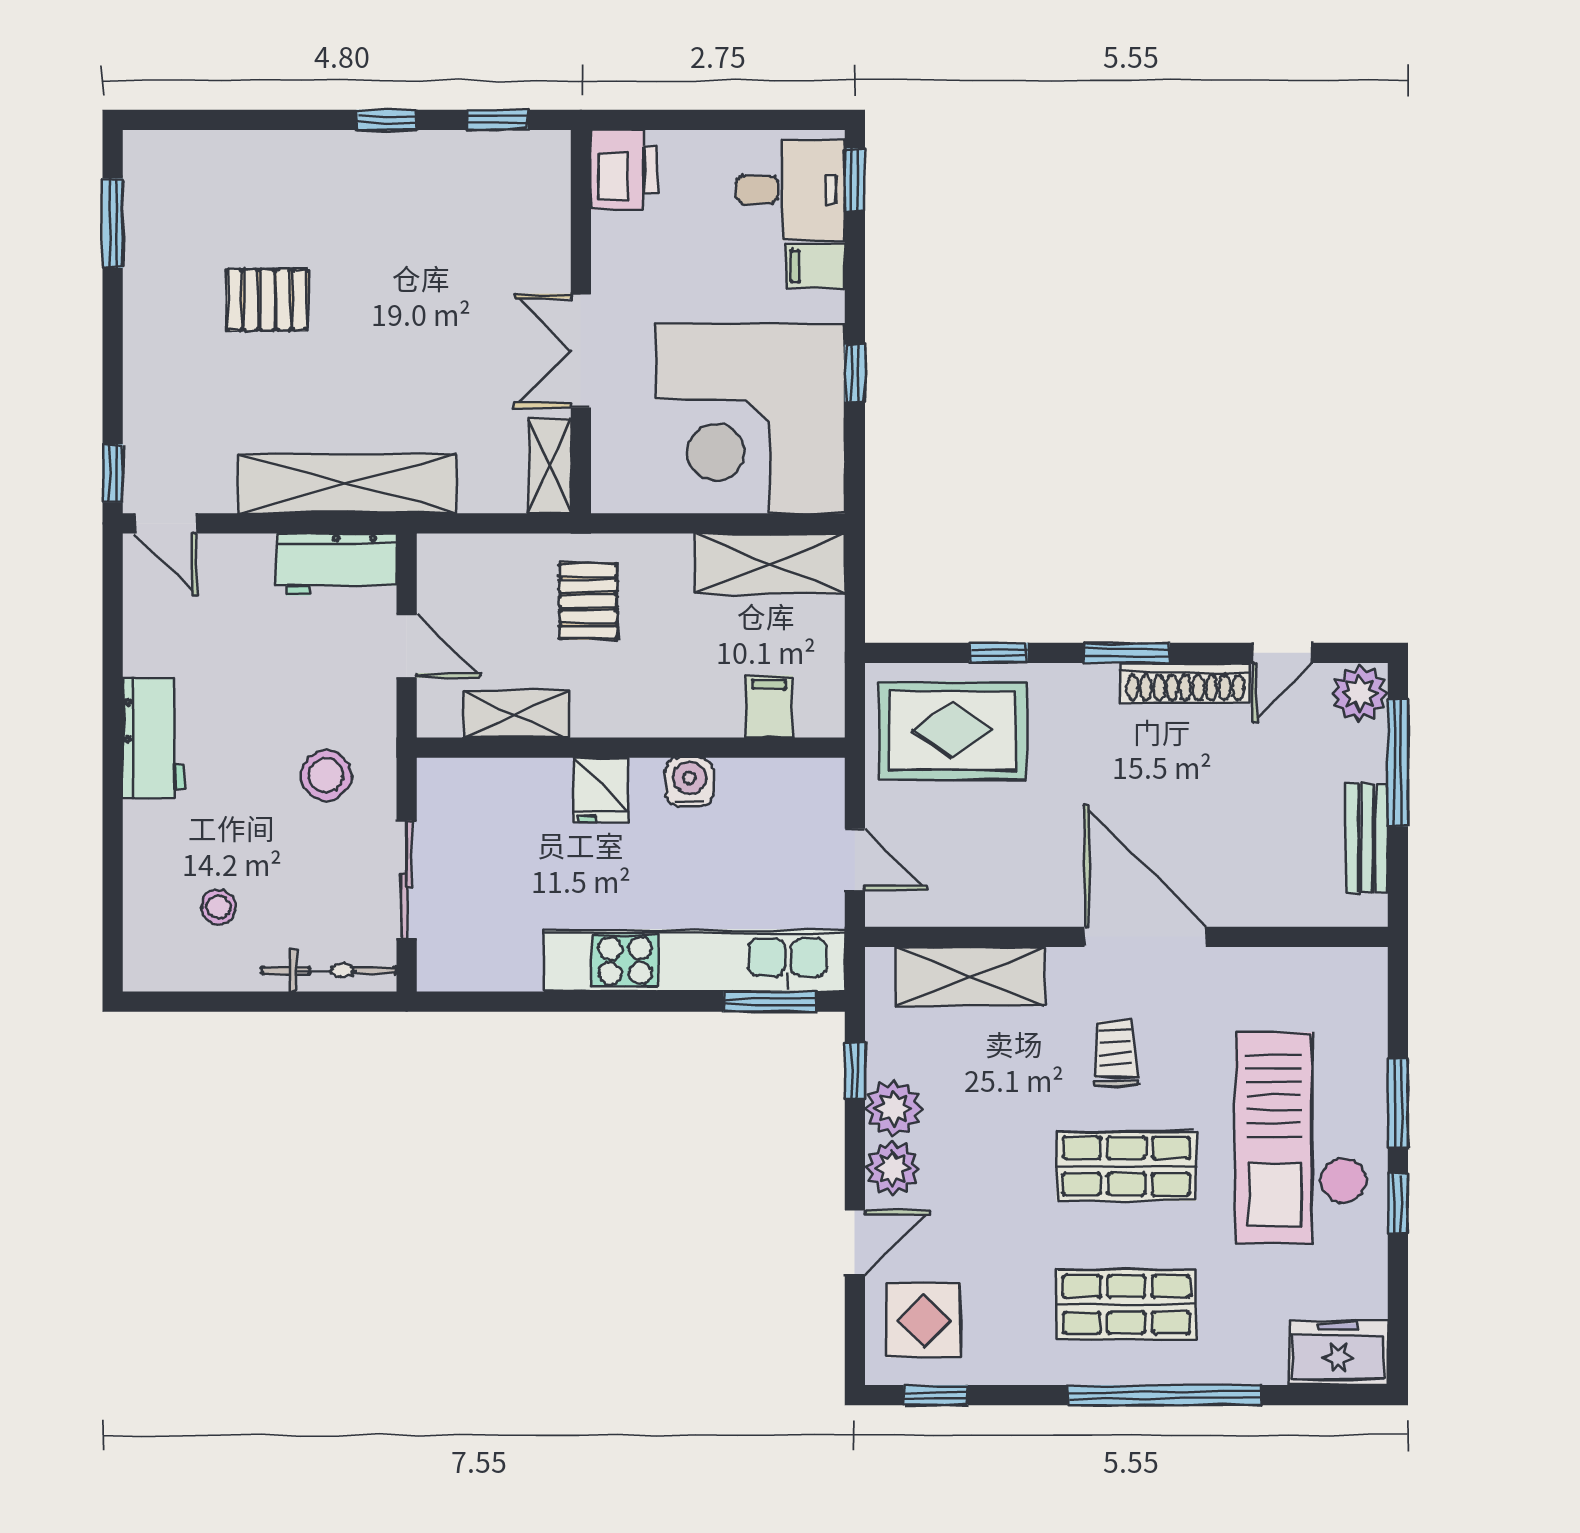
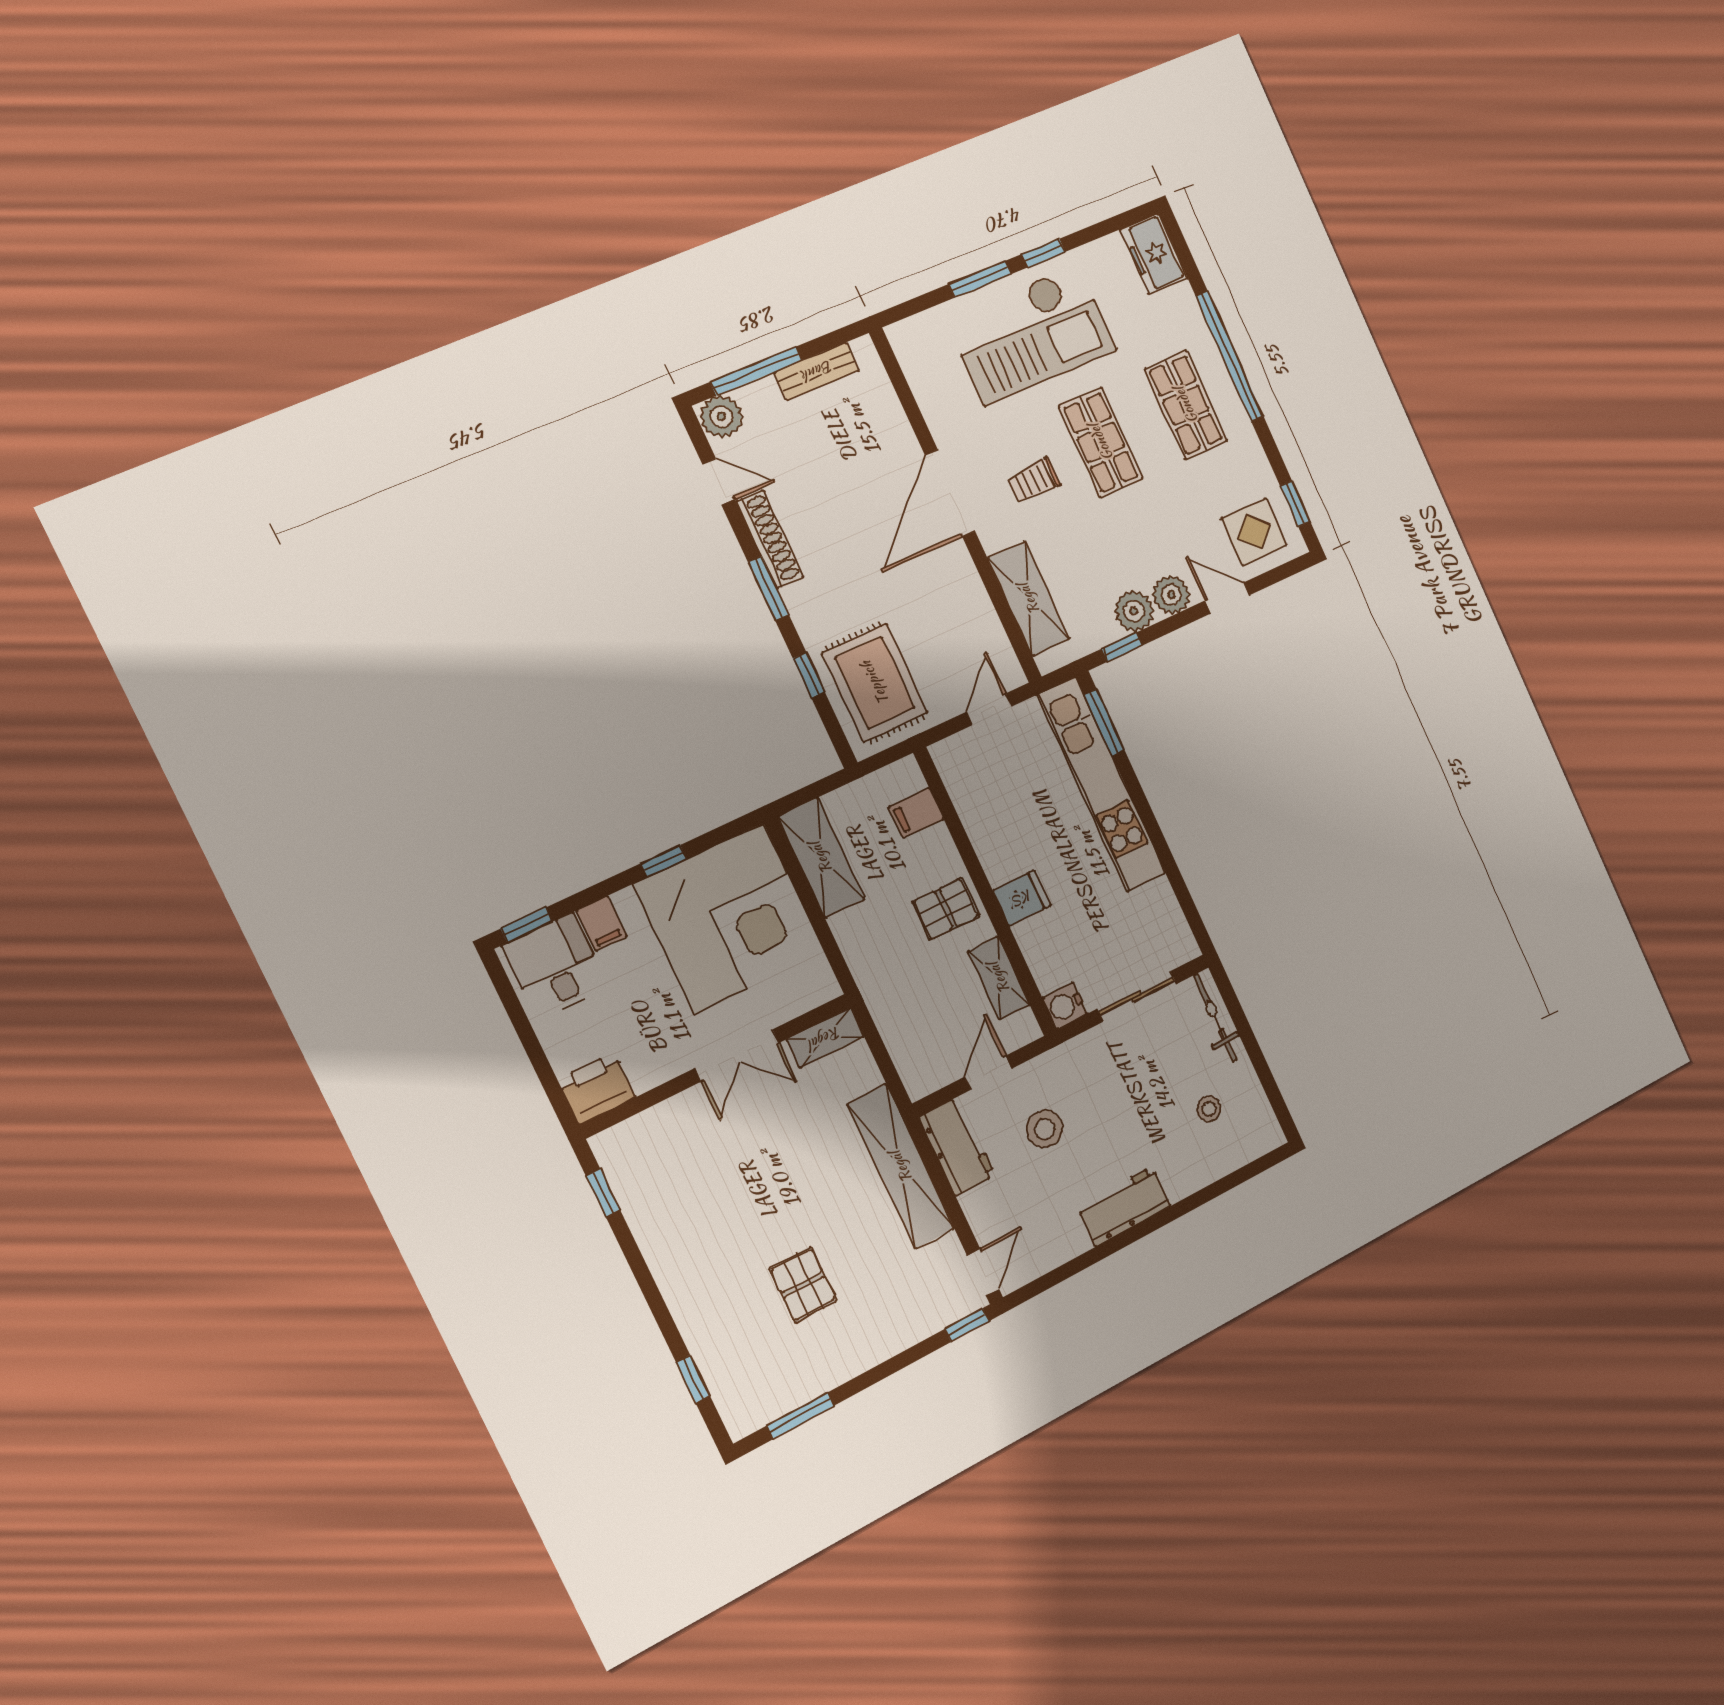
window: (386, 120) -> (693, 1379), moved
pallet: (588, 601) -> (946, 909), moved
stool: (326, 775) -> (1045, 1129), moved
water cooler: (689, 782) -> (1065, 1006), moved

